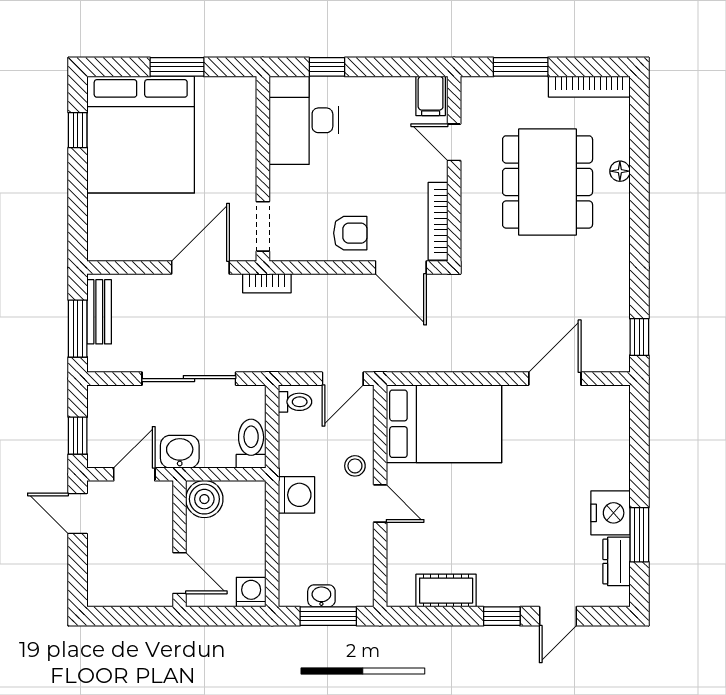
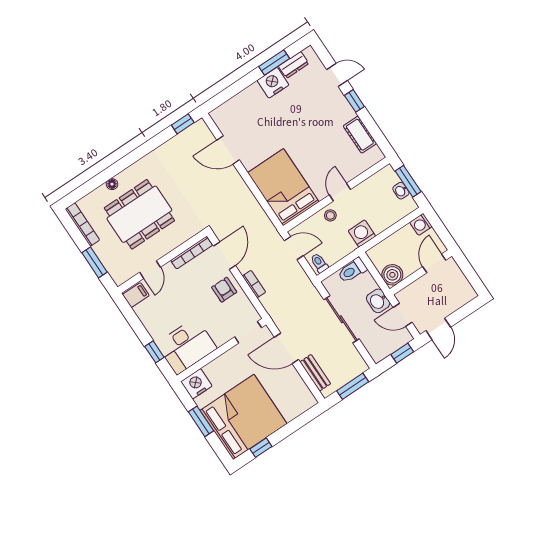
nightstand: (237, 98) -> (196, 384), added
bookcase: (267, 283) -> (254, 284), moved
bench: (99, 312) -> (315, 373), moved, turned 90

